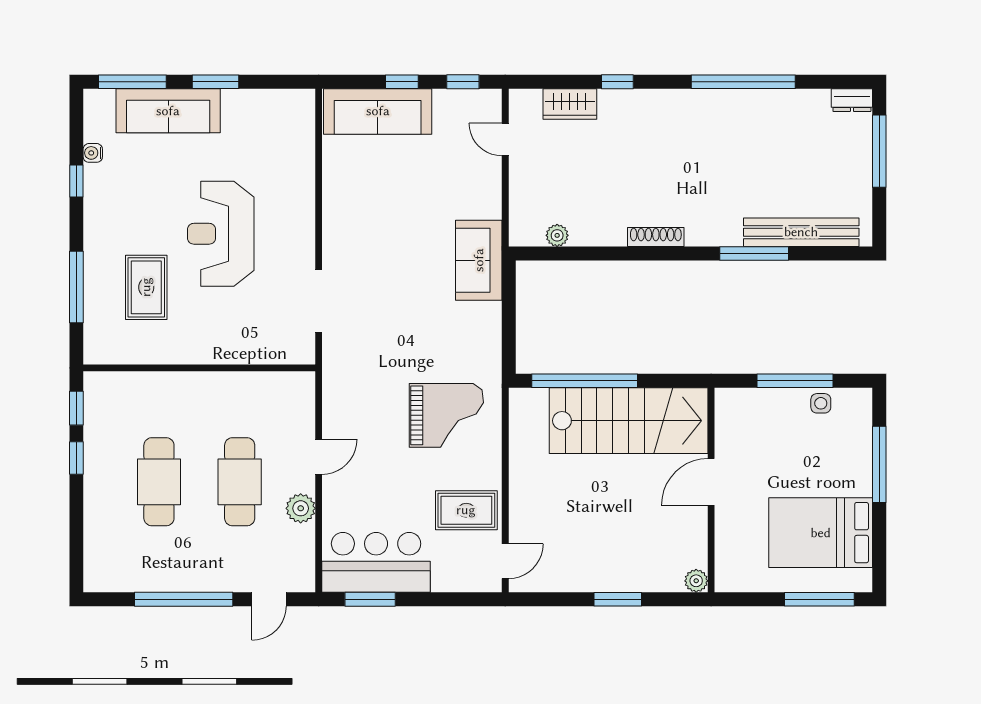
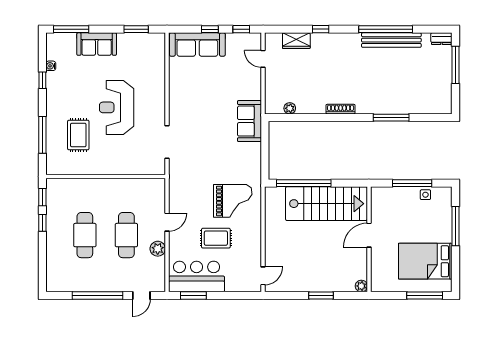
window: (216, 82) -> (136, 29), moved
sofa: (168, 111) -> (97, 44), width x0.73
bench: (801, 232) -> (391, 40), moved
rug: (466, 510) -> (216, 238), moved

